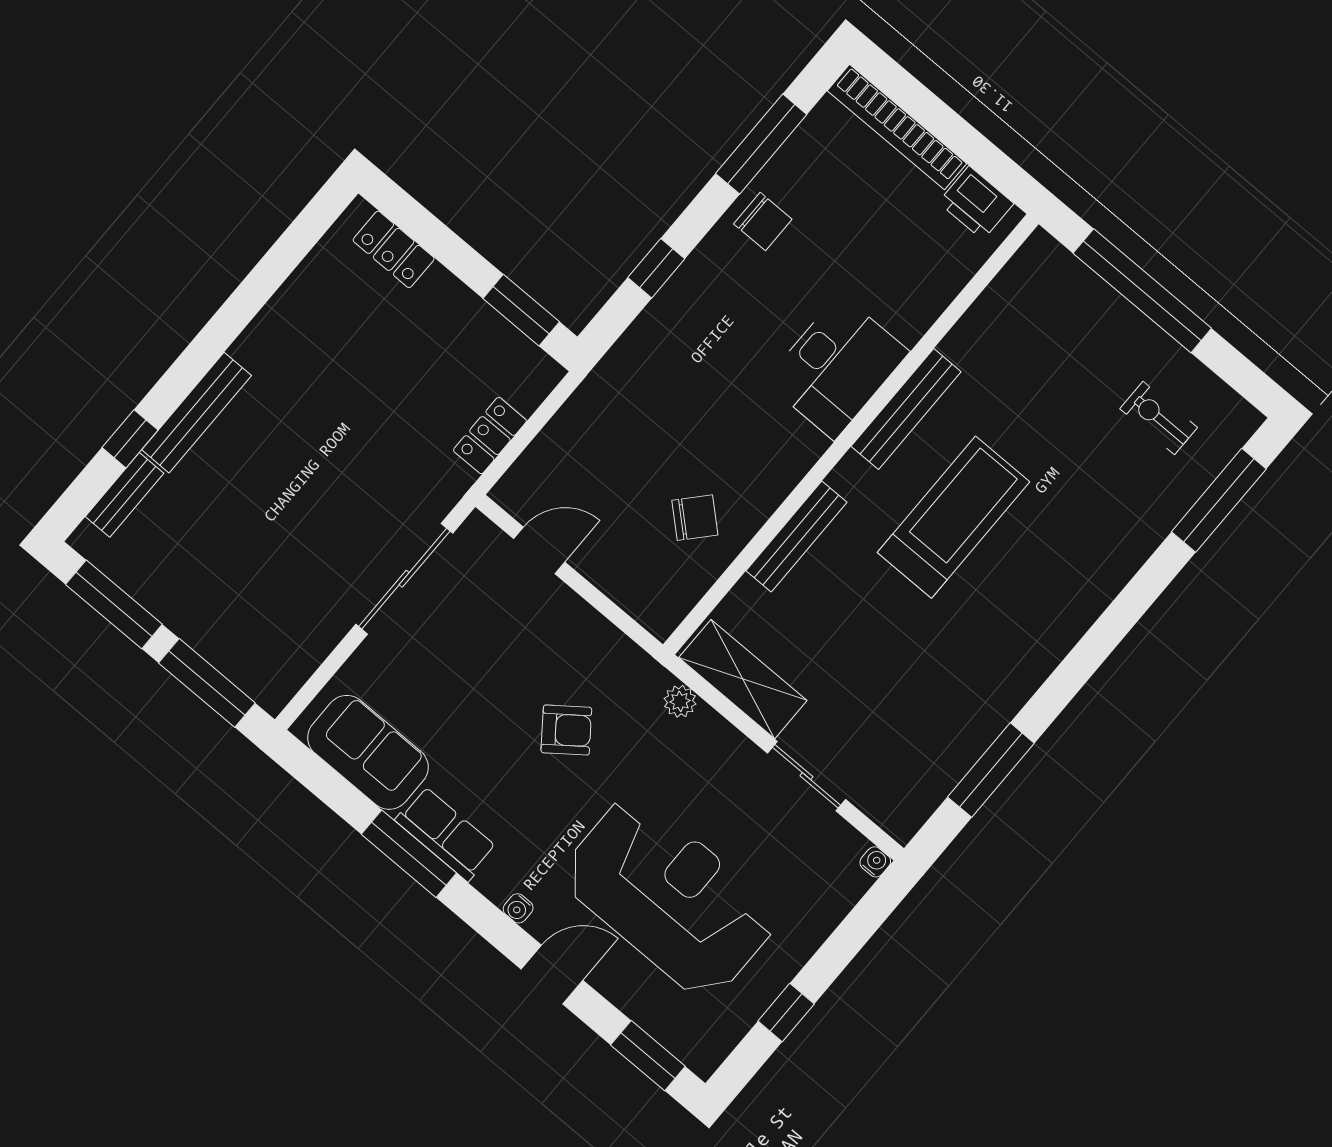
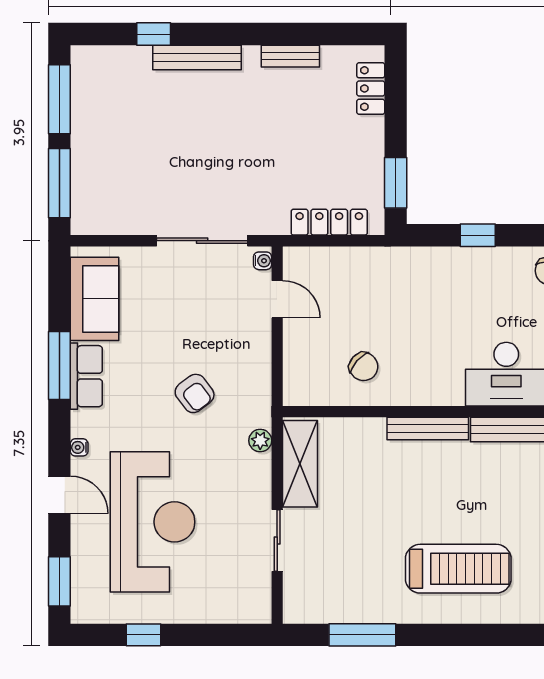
locker: (490, 436) -> (329, 222), width x1.53
bench: (125, 495) -> (290, 56), moved
treadmill: (953, 517) -> (458, 569), moved
bench: (796, 536) -> (428, 429), moved
water cooler: (875, 862) -> (263, 261), moved

